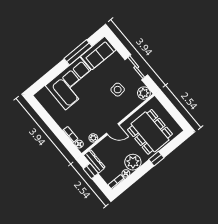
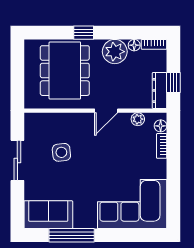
corner sofa: (73, 83) -> (132, 204), moved
plant: (144, 93) -> (34, 122), removed
door: (113, 129) -> (106, 111), swing flipped

